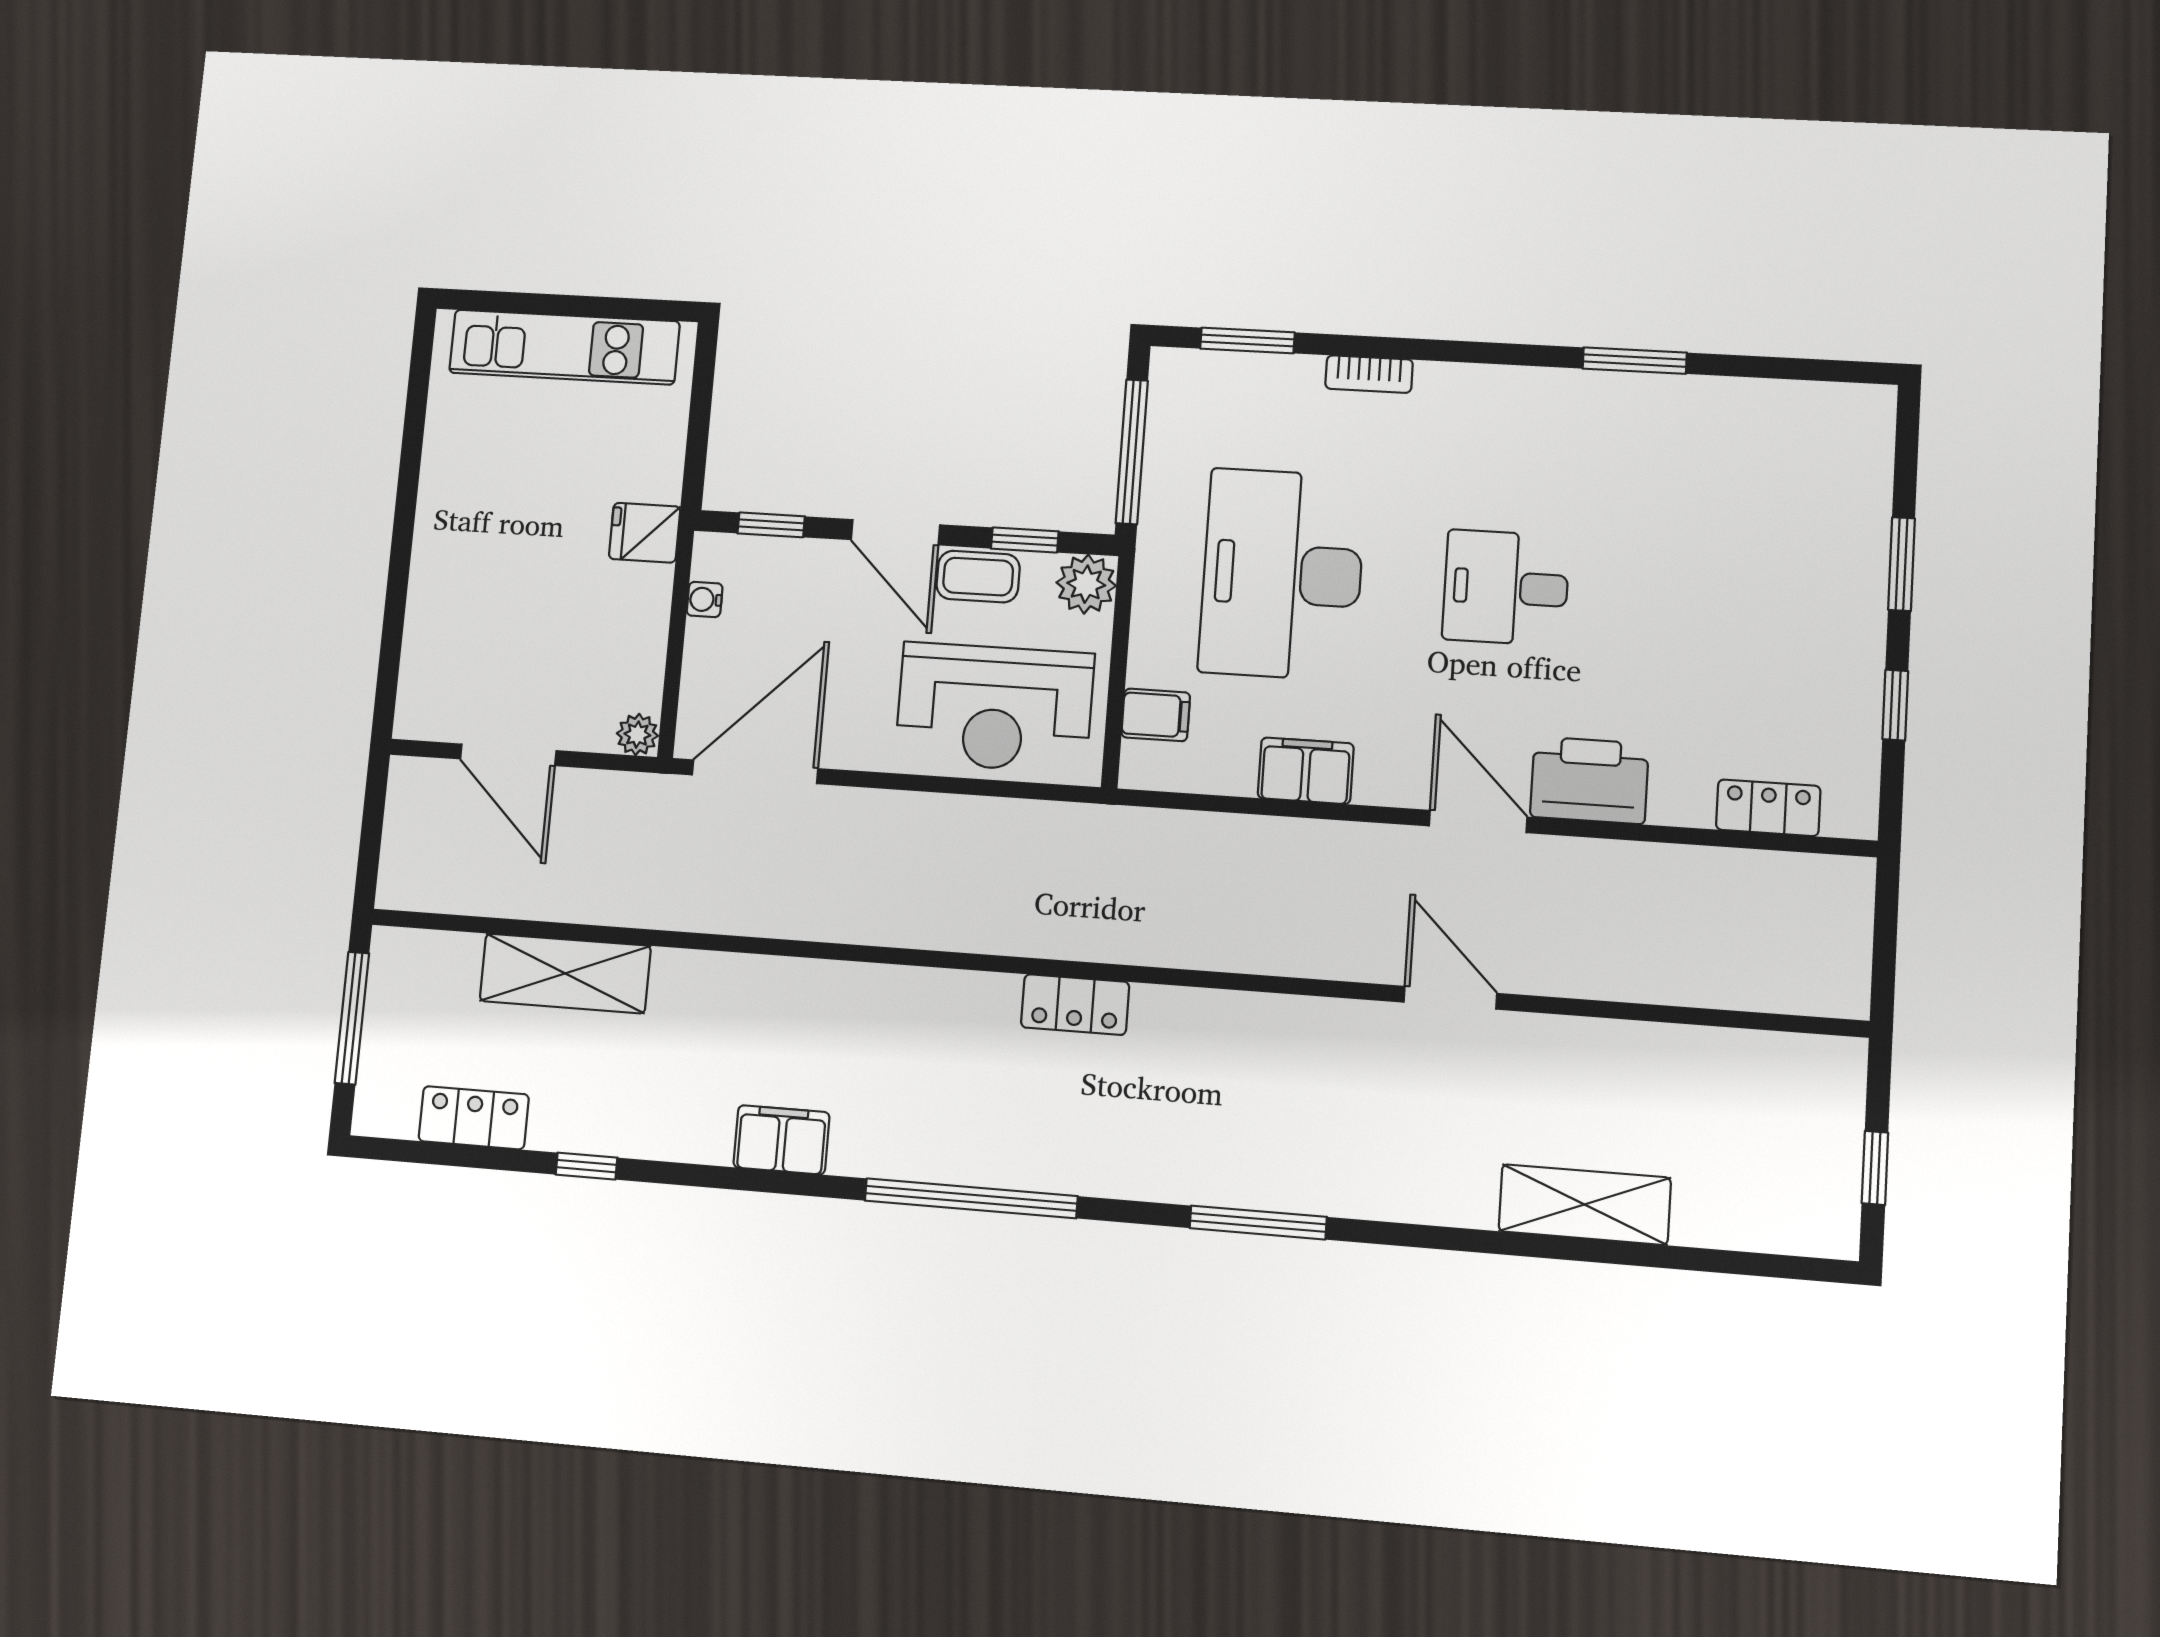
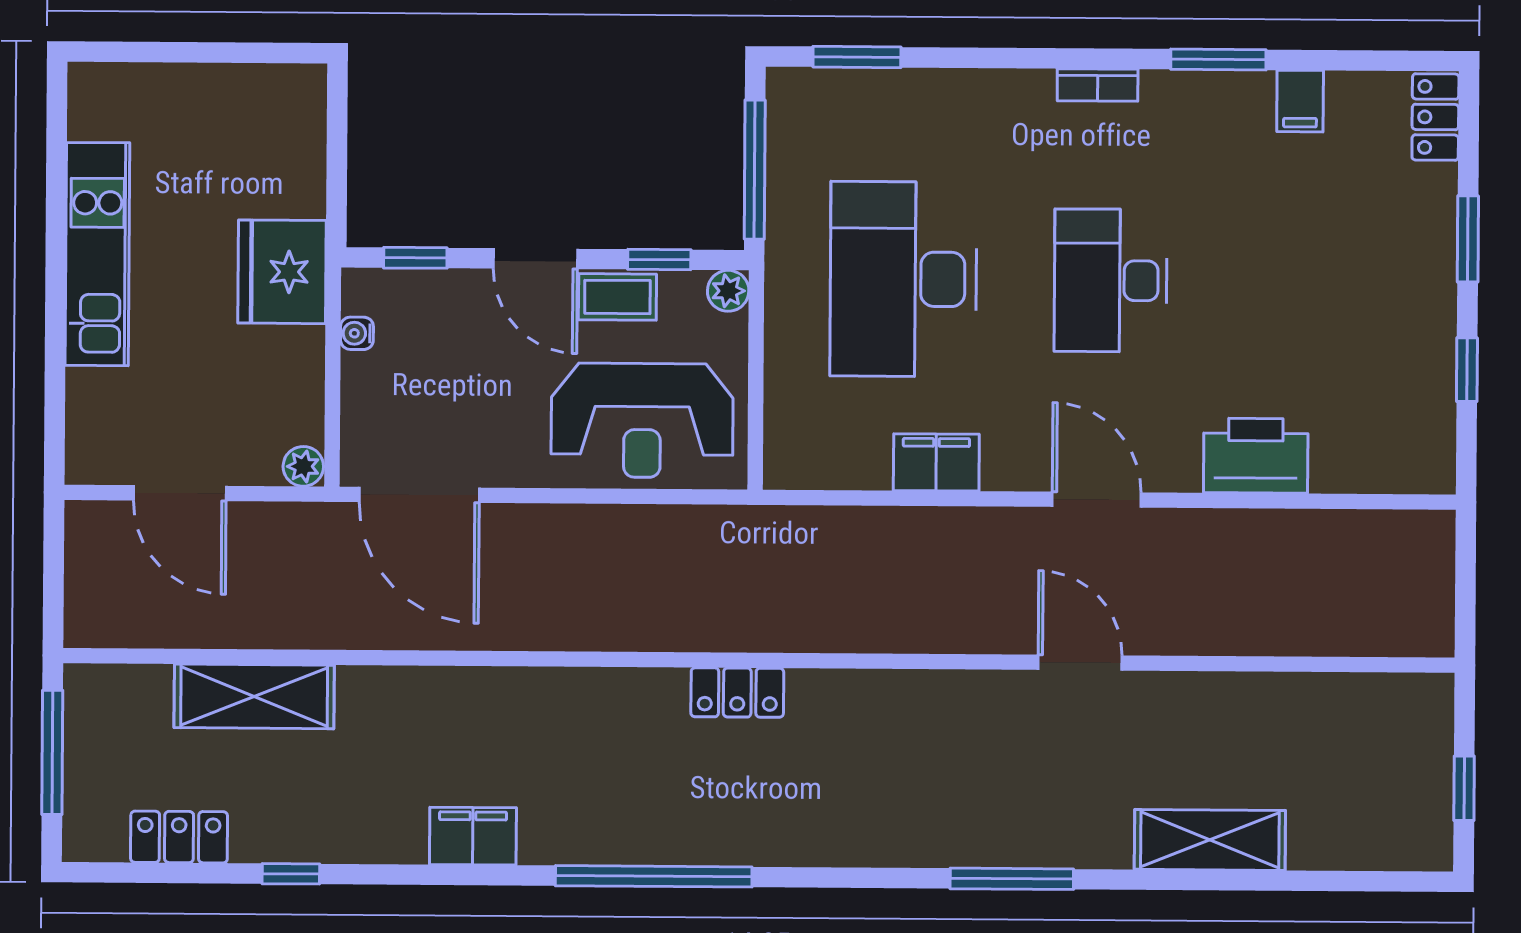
kitchen unit: (564, 347) -> (97, 254), moved, turned -90
bookcase: (1369, 374) -> (1098, 85), moved
fridge: (645, 533) -> (282, 272), width x1.88, depth x1.34
plant: (1086, 584) -> (728, 291), width x0.73, depth x0.73
desk: (1506, 588) -> (1111, 281), width x1.37
filing cabinet: (1156, 715) -> (1300, 101), moved, turned 90
door: (755, 772) -> (419, 495), swing flipped
printer: (1589, 780) -> (1256, 456), moved
locker: (1768, 808) -> (1435, 117), moved, turned -90
window: (1258, 1222) -> (1012, 879), moved

